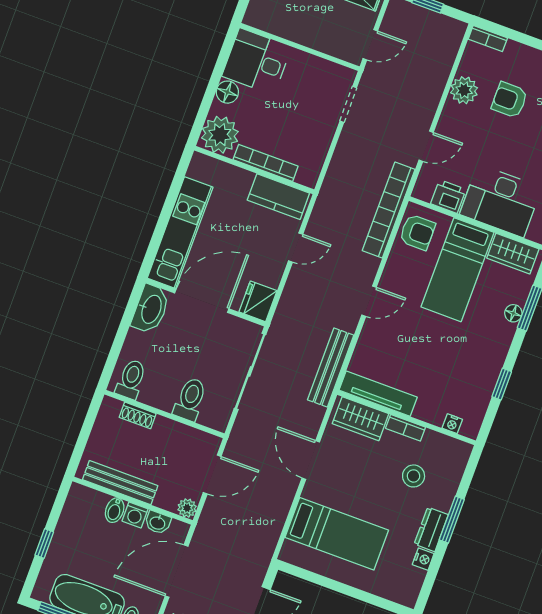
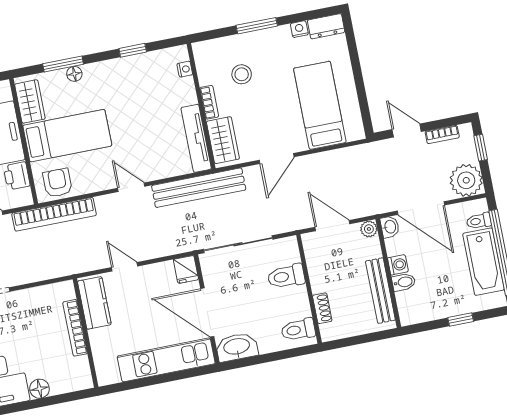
plant: (220, 135) -> (75, 375), removed
fridge: (258, 301) -> (186, 269), width x0.72
bench: (331, 367) -> (199, 188), width x1.37, depth x1.21
washbasin: (158, 523) -> (390, 227), moved
dresser: (431, 529) -> (326, 26), moved

